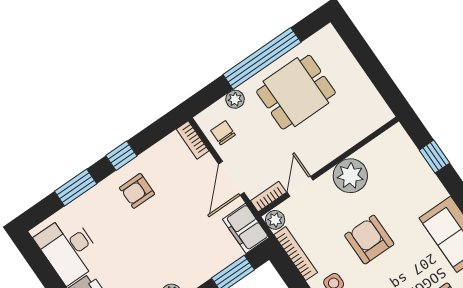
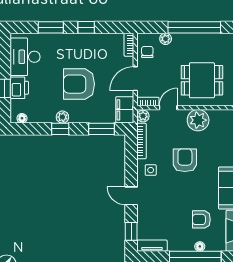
dining table: (296, 92) -> (202, 80), moved
armchair: (137, 191) -> (79, 84), moved, width x1.88, depth x1.88

